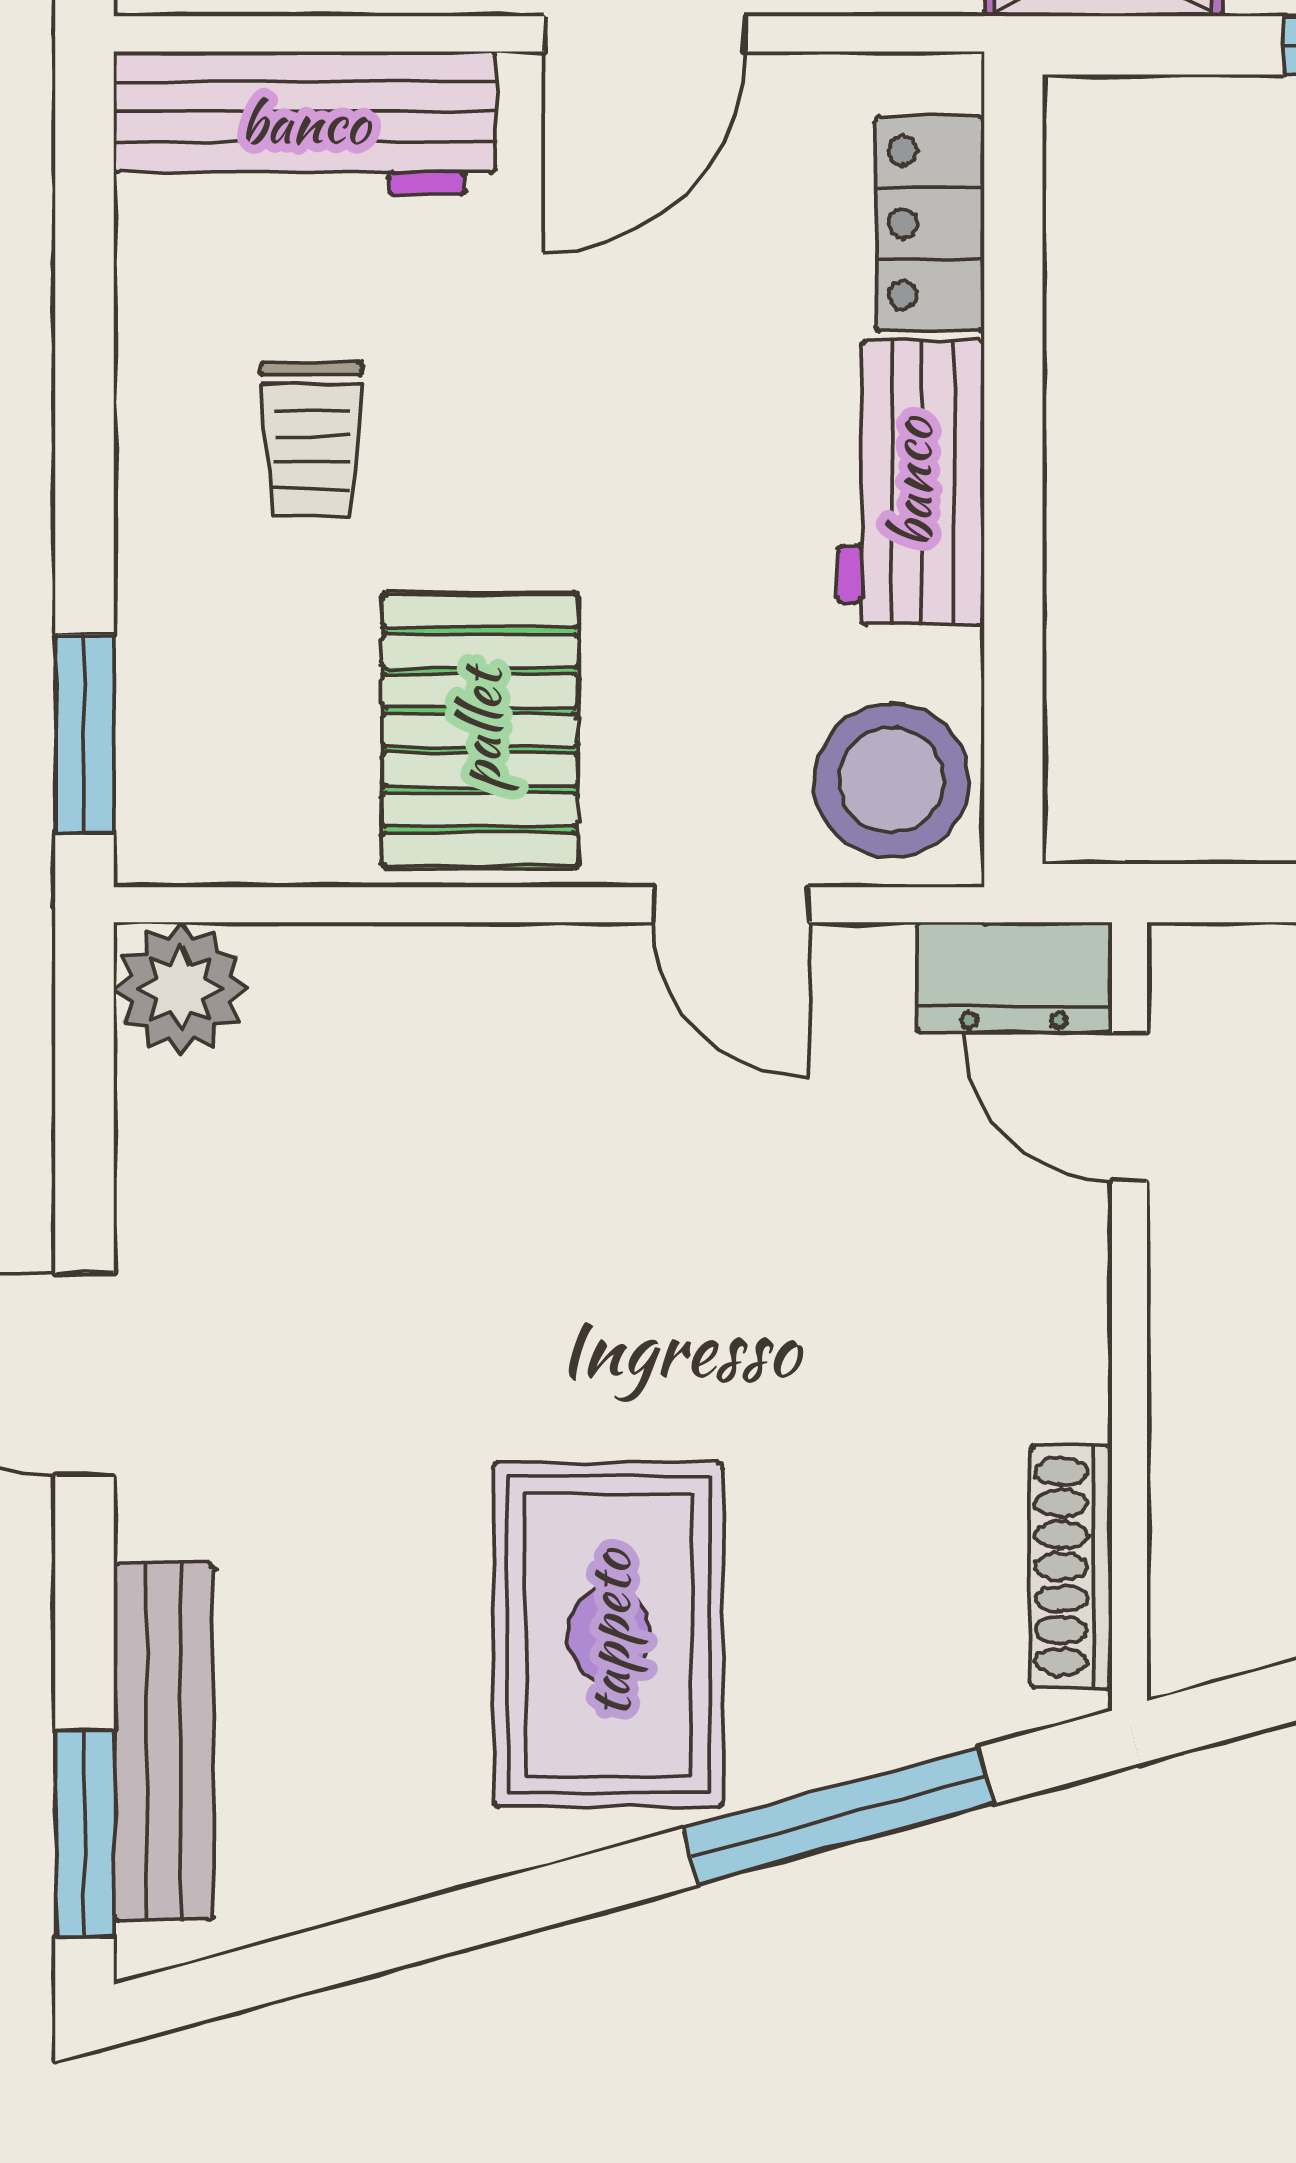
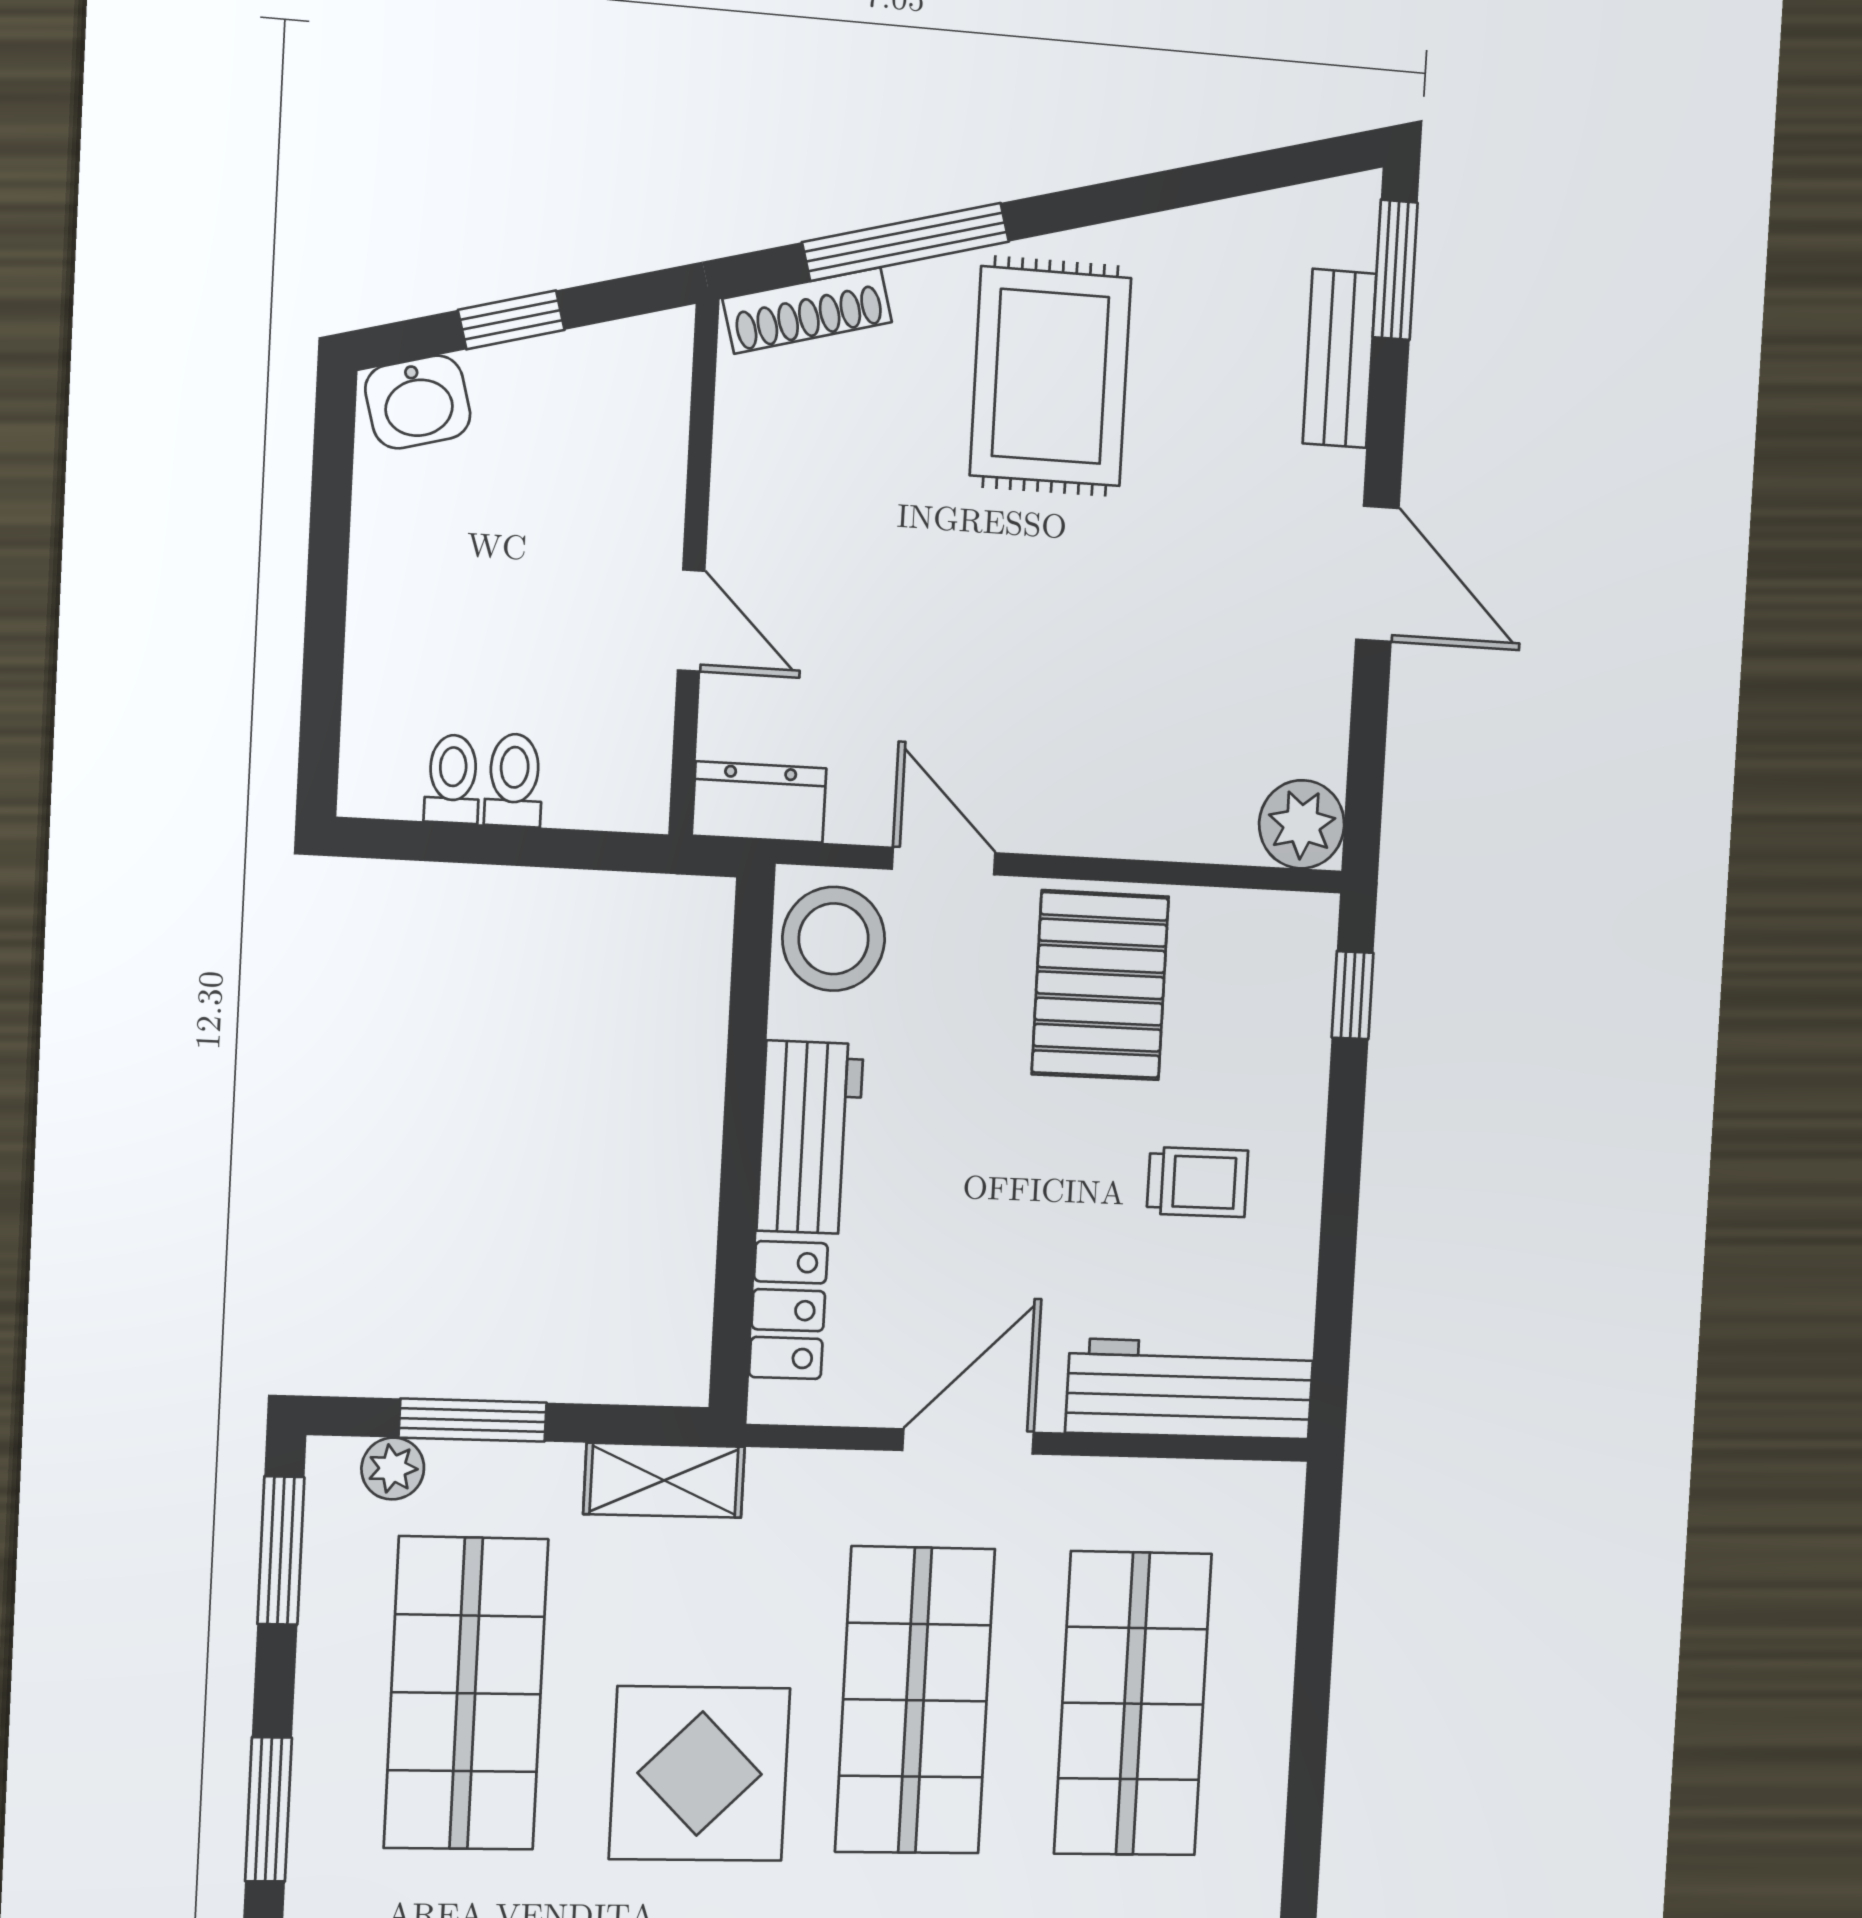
trolley: (311, 439) -> (1198, 1182), turned 90
window: (84, 734) -> (1353, 995), width x0.67
door: (1130, 1107) -> (691, 621), moved
shoe rack: (1071, 1567) -> (807, 310), moved, turned 75
bench: (164, 1742) -> (1340, 358), width x0.73

